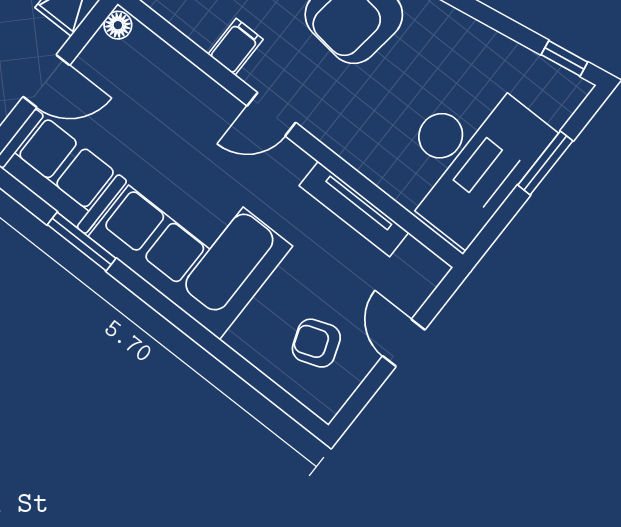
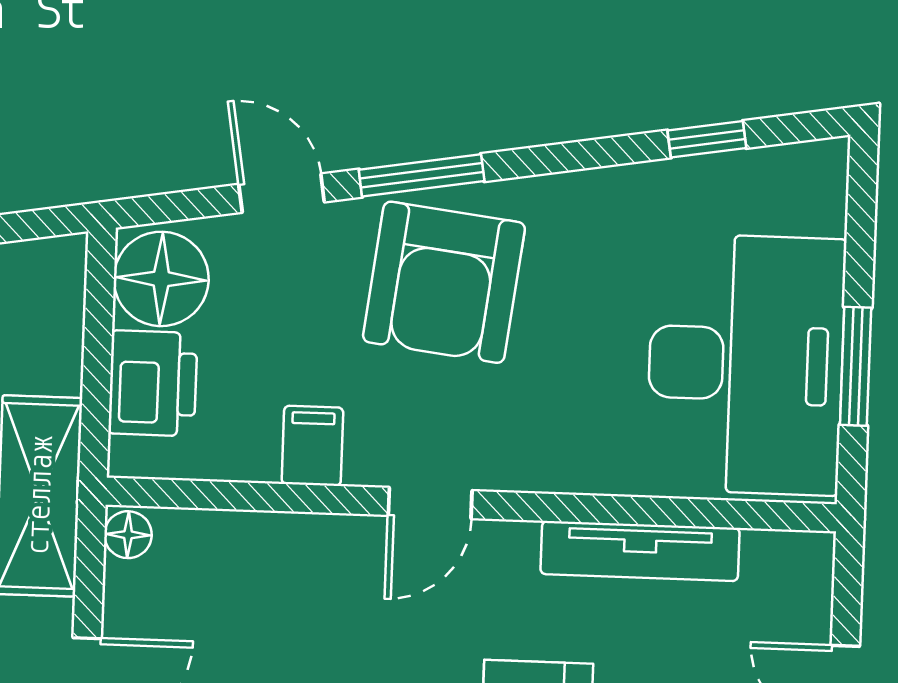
window: (564, 58) -> (707, 139), moved
window: (545, 163) -> (856, 366), moved

